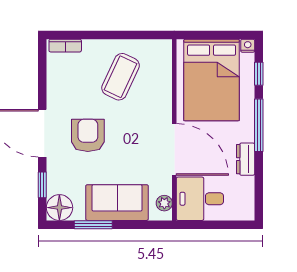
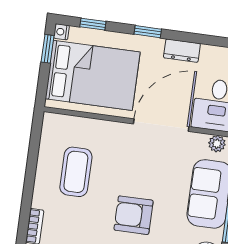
window: (230, 35) -> (48, 49), added
coffee table: (121, 77) -> (76, 172), turned 65
window: (259, 125) -> (148, 32), width x0.46

